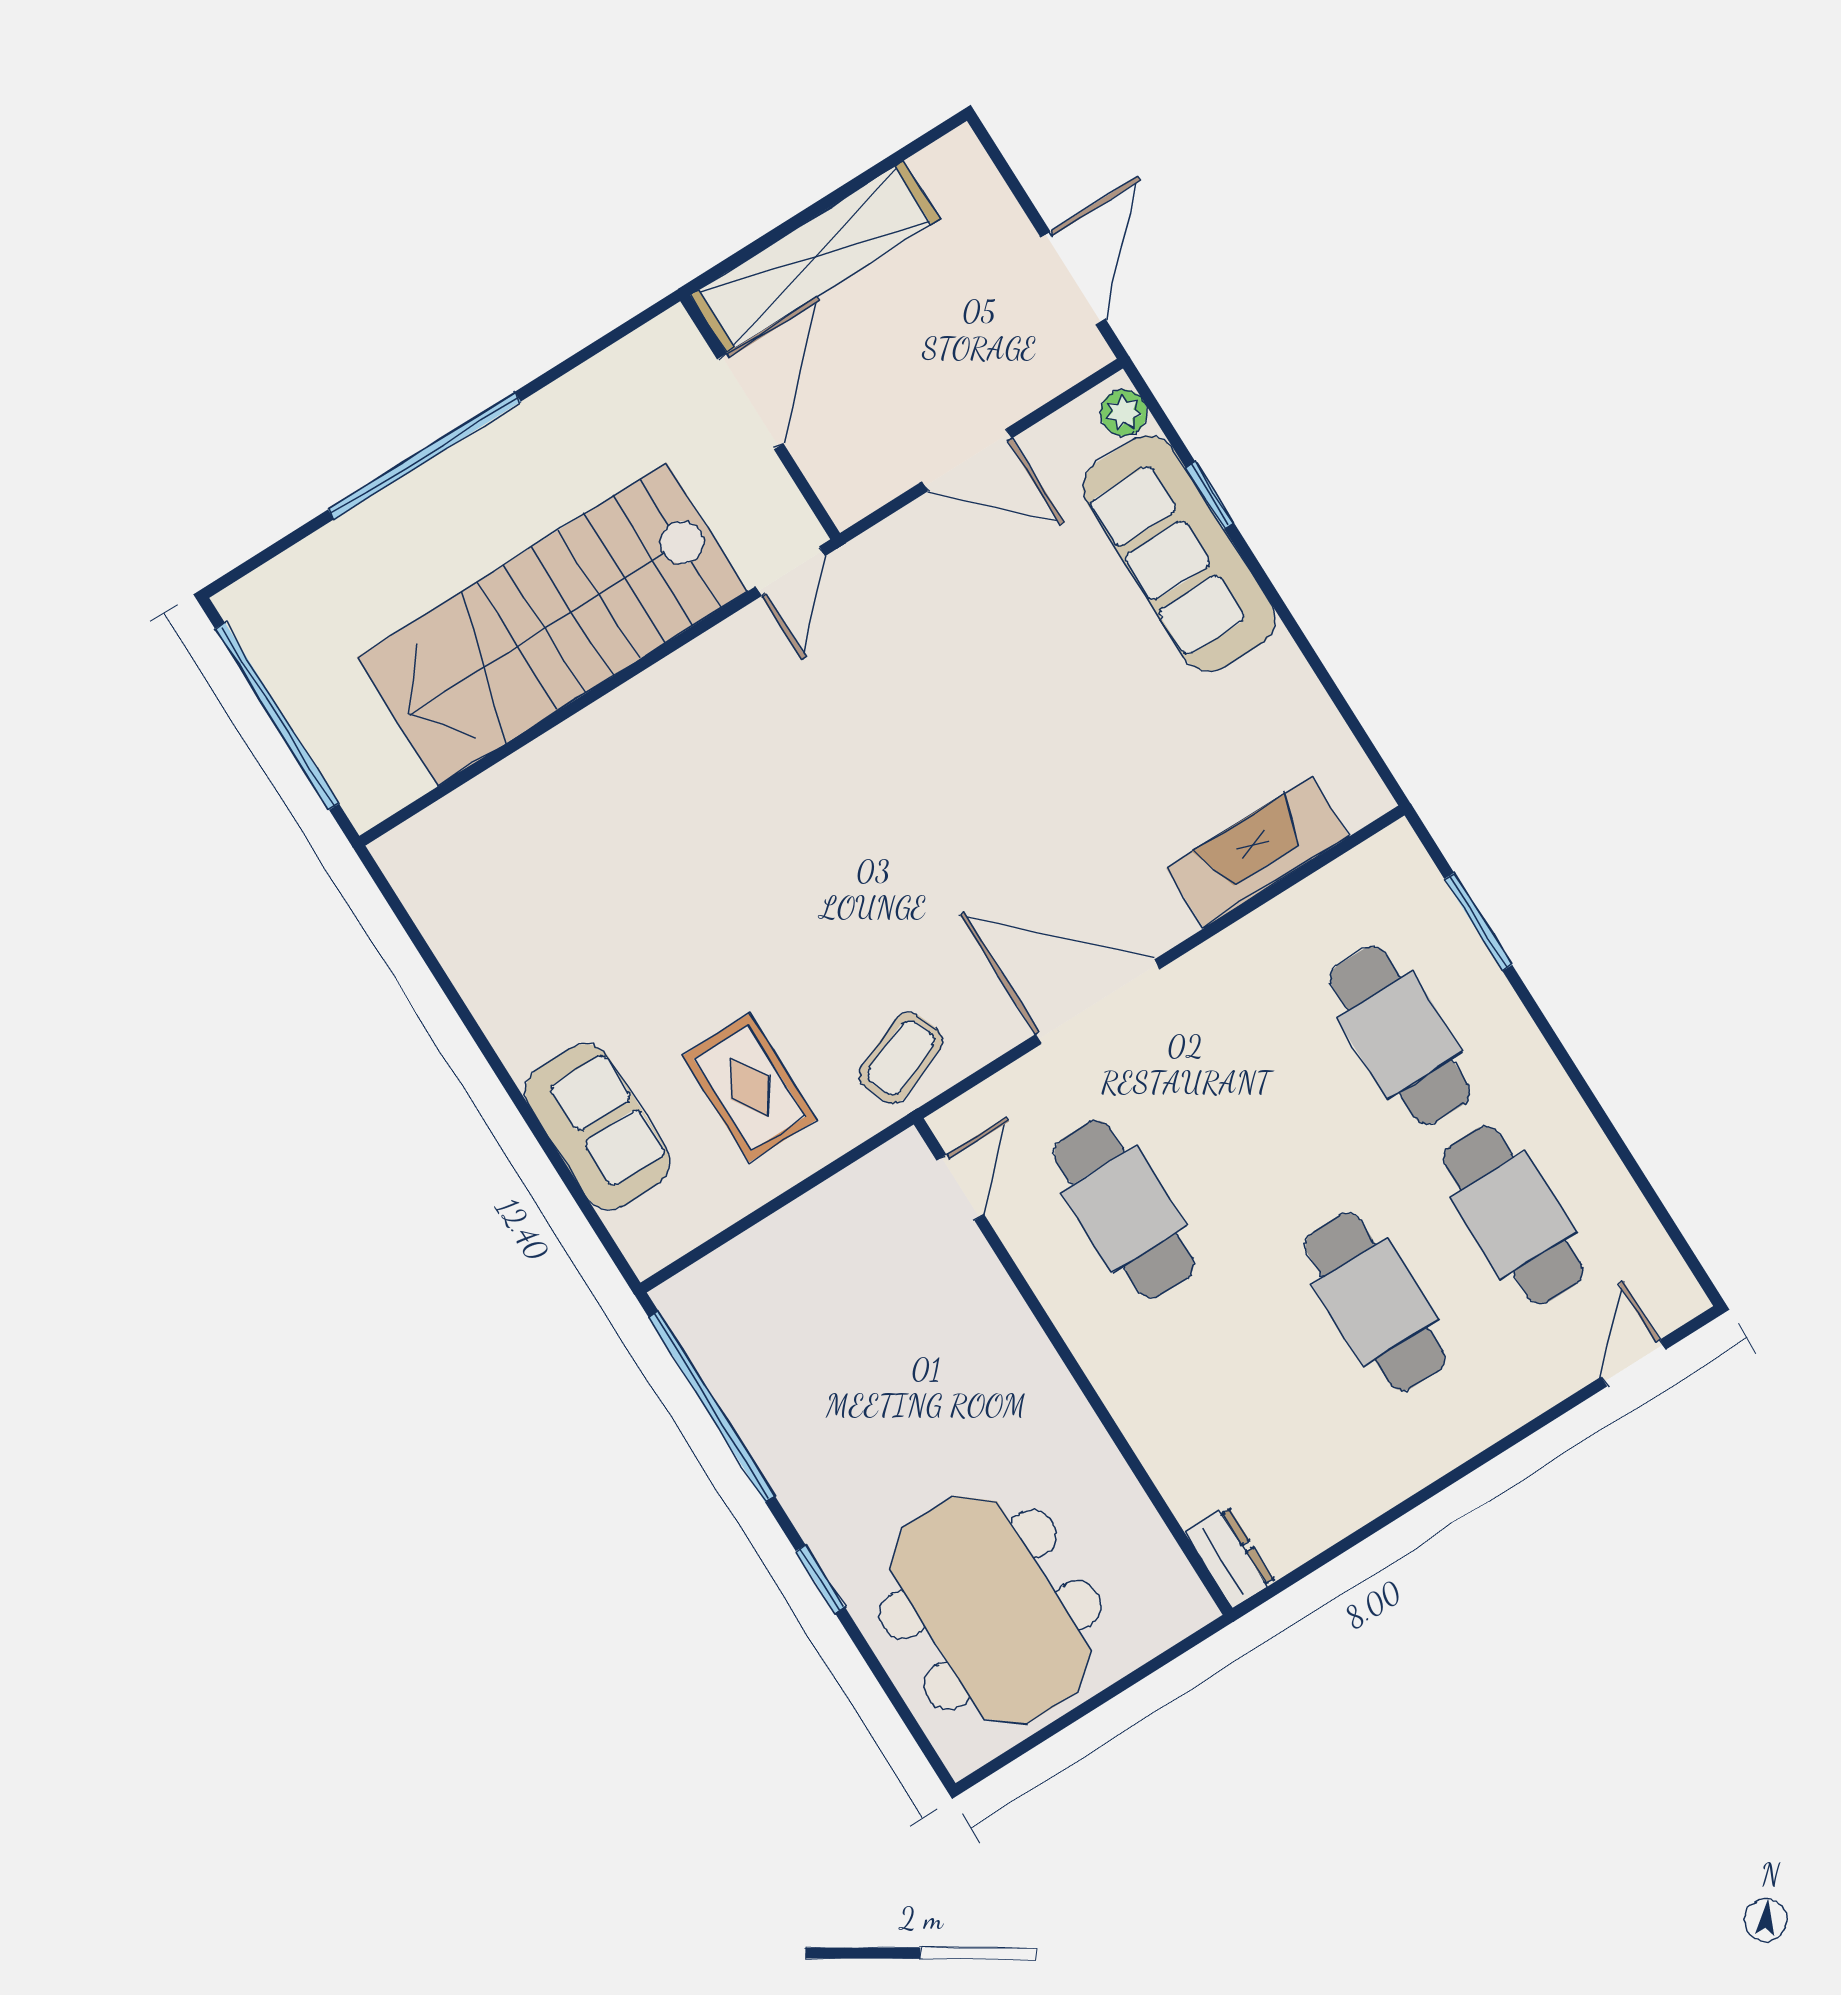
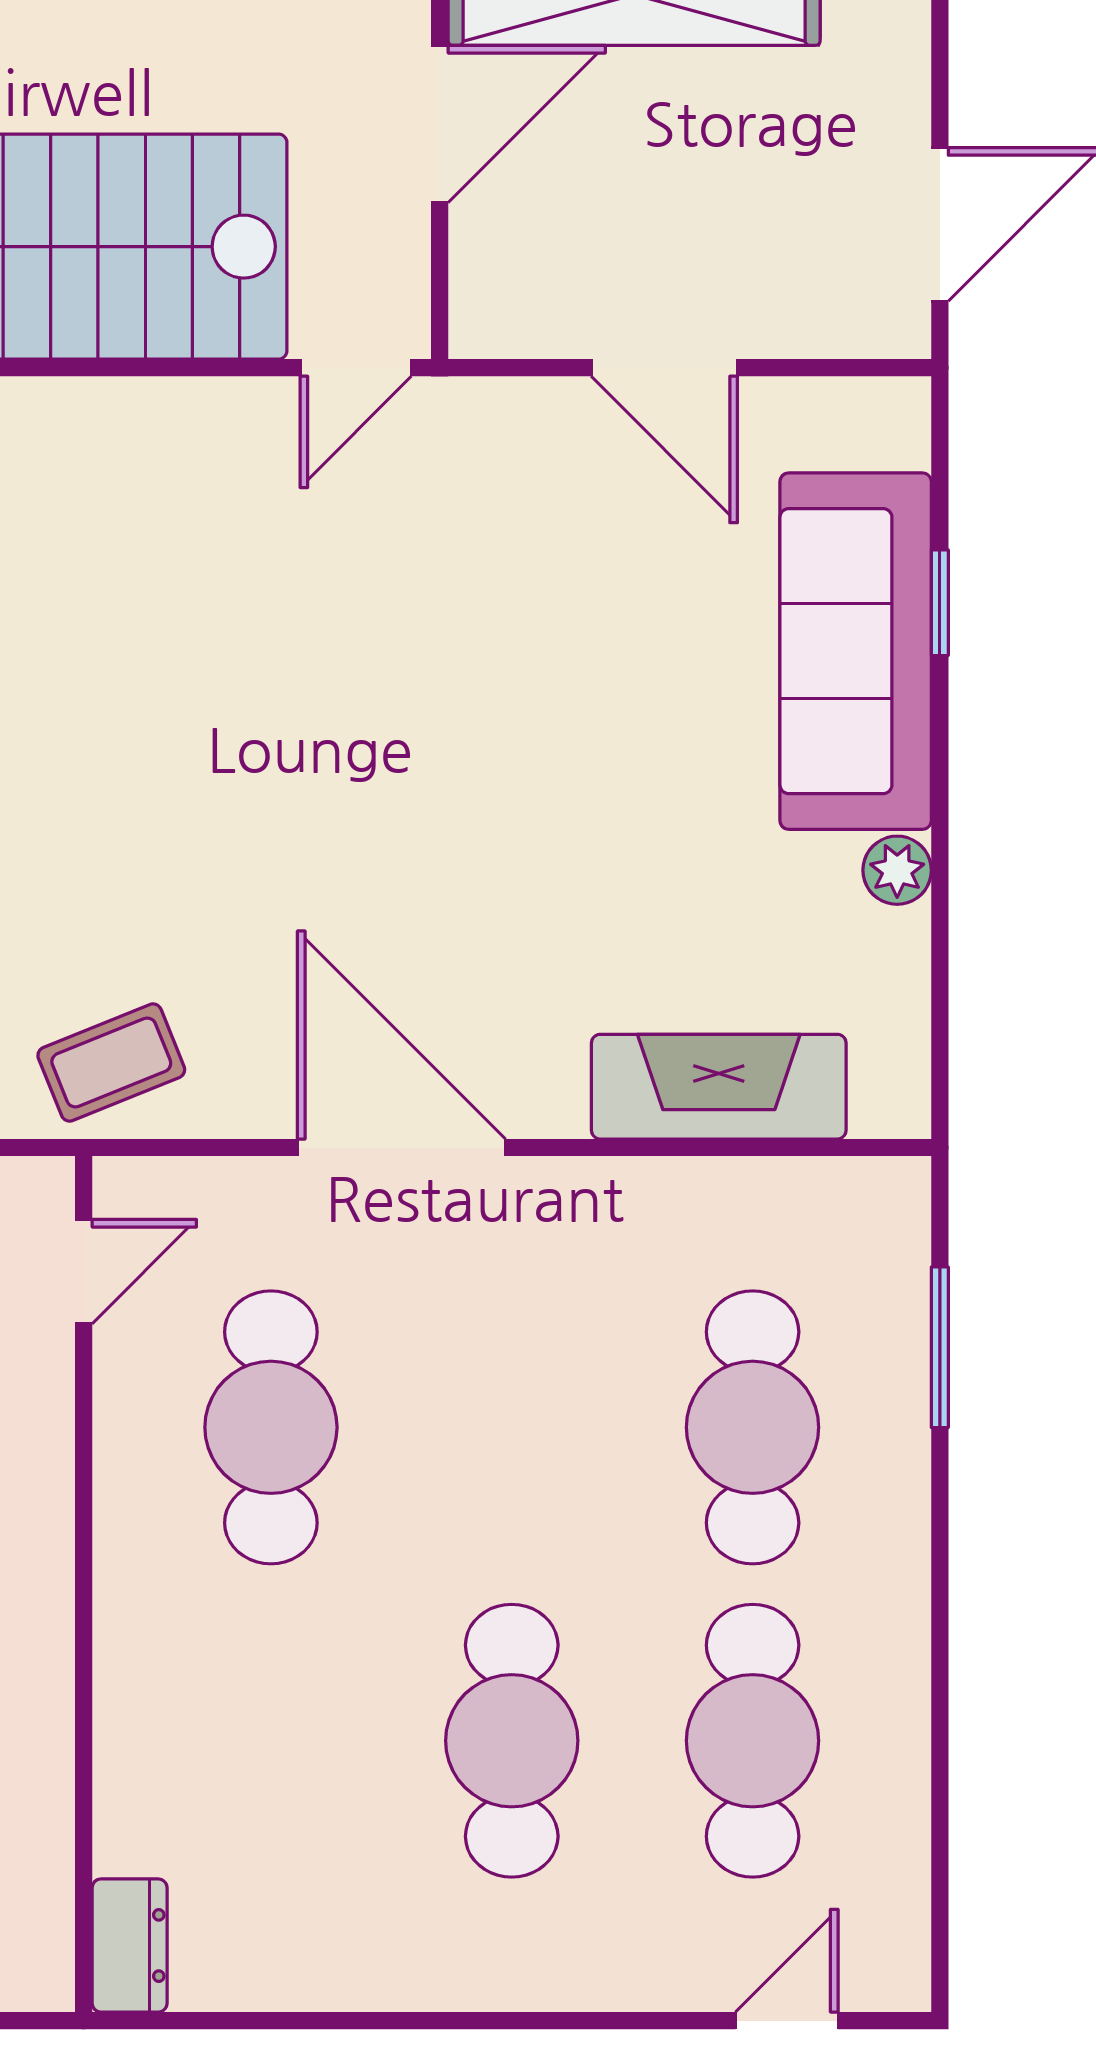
plant: (1124, 413) -> (897, 870), moved

